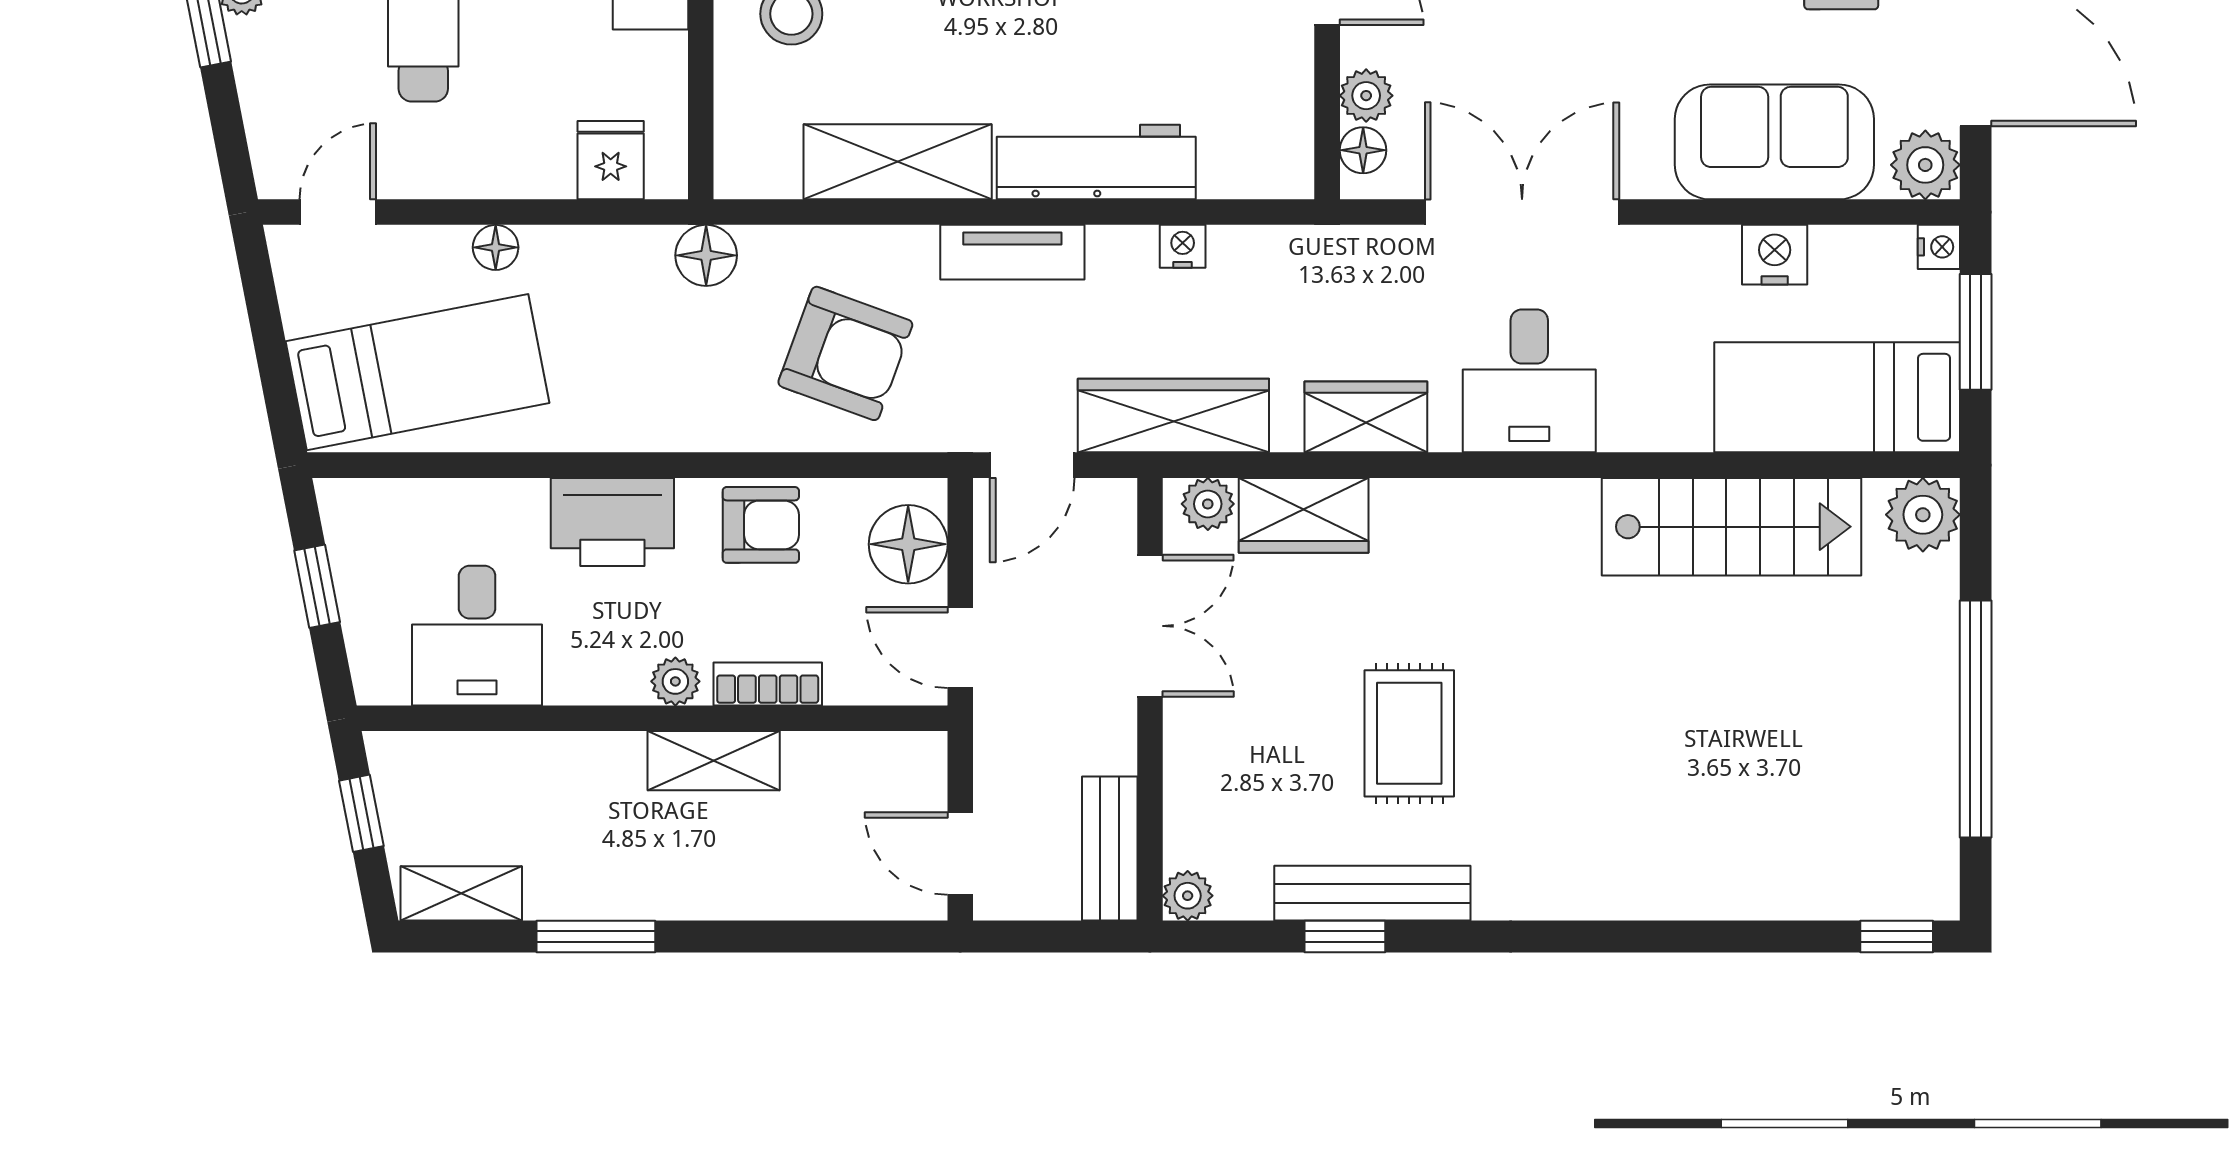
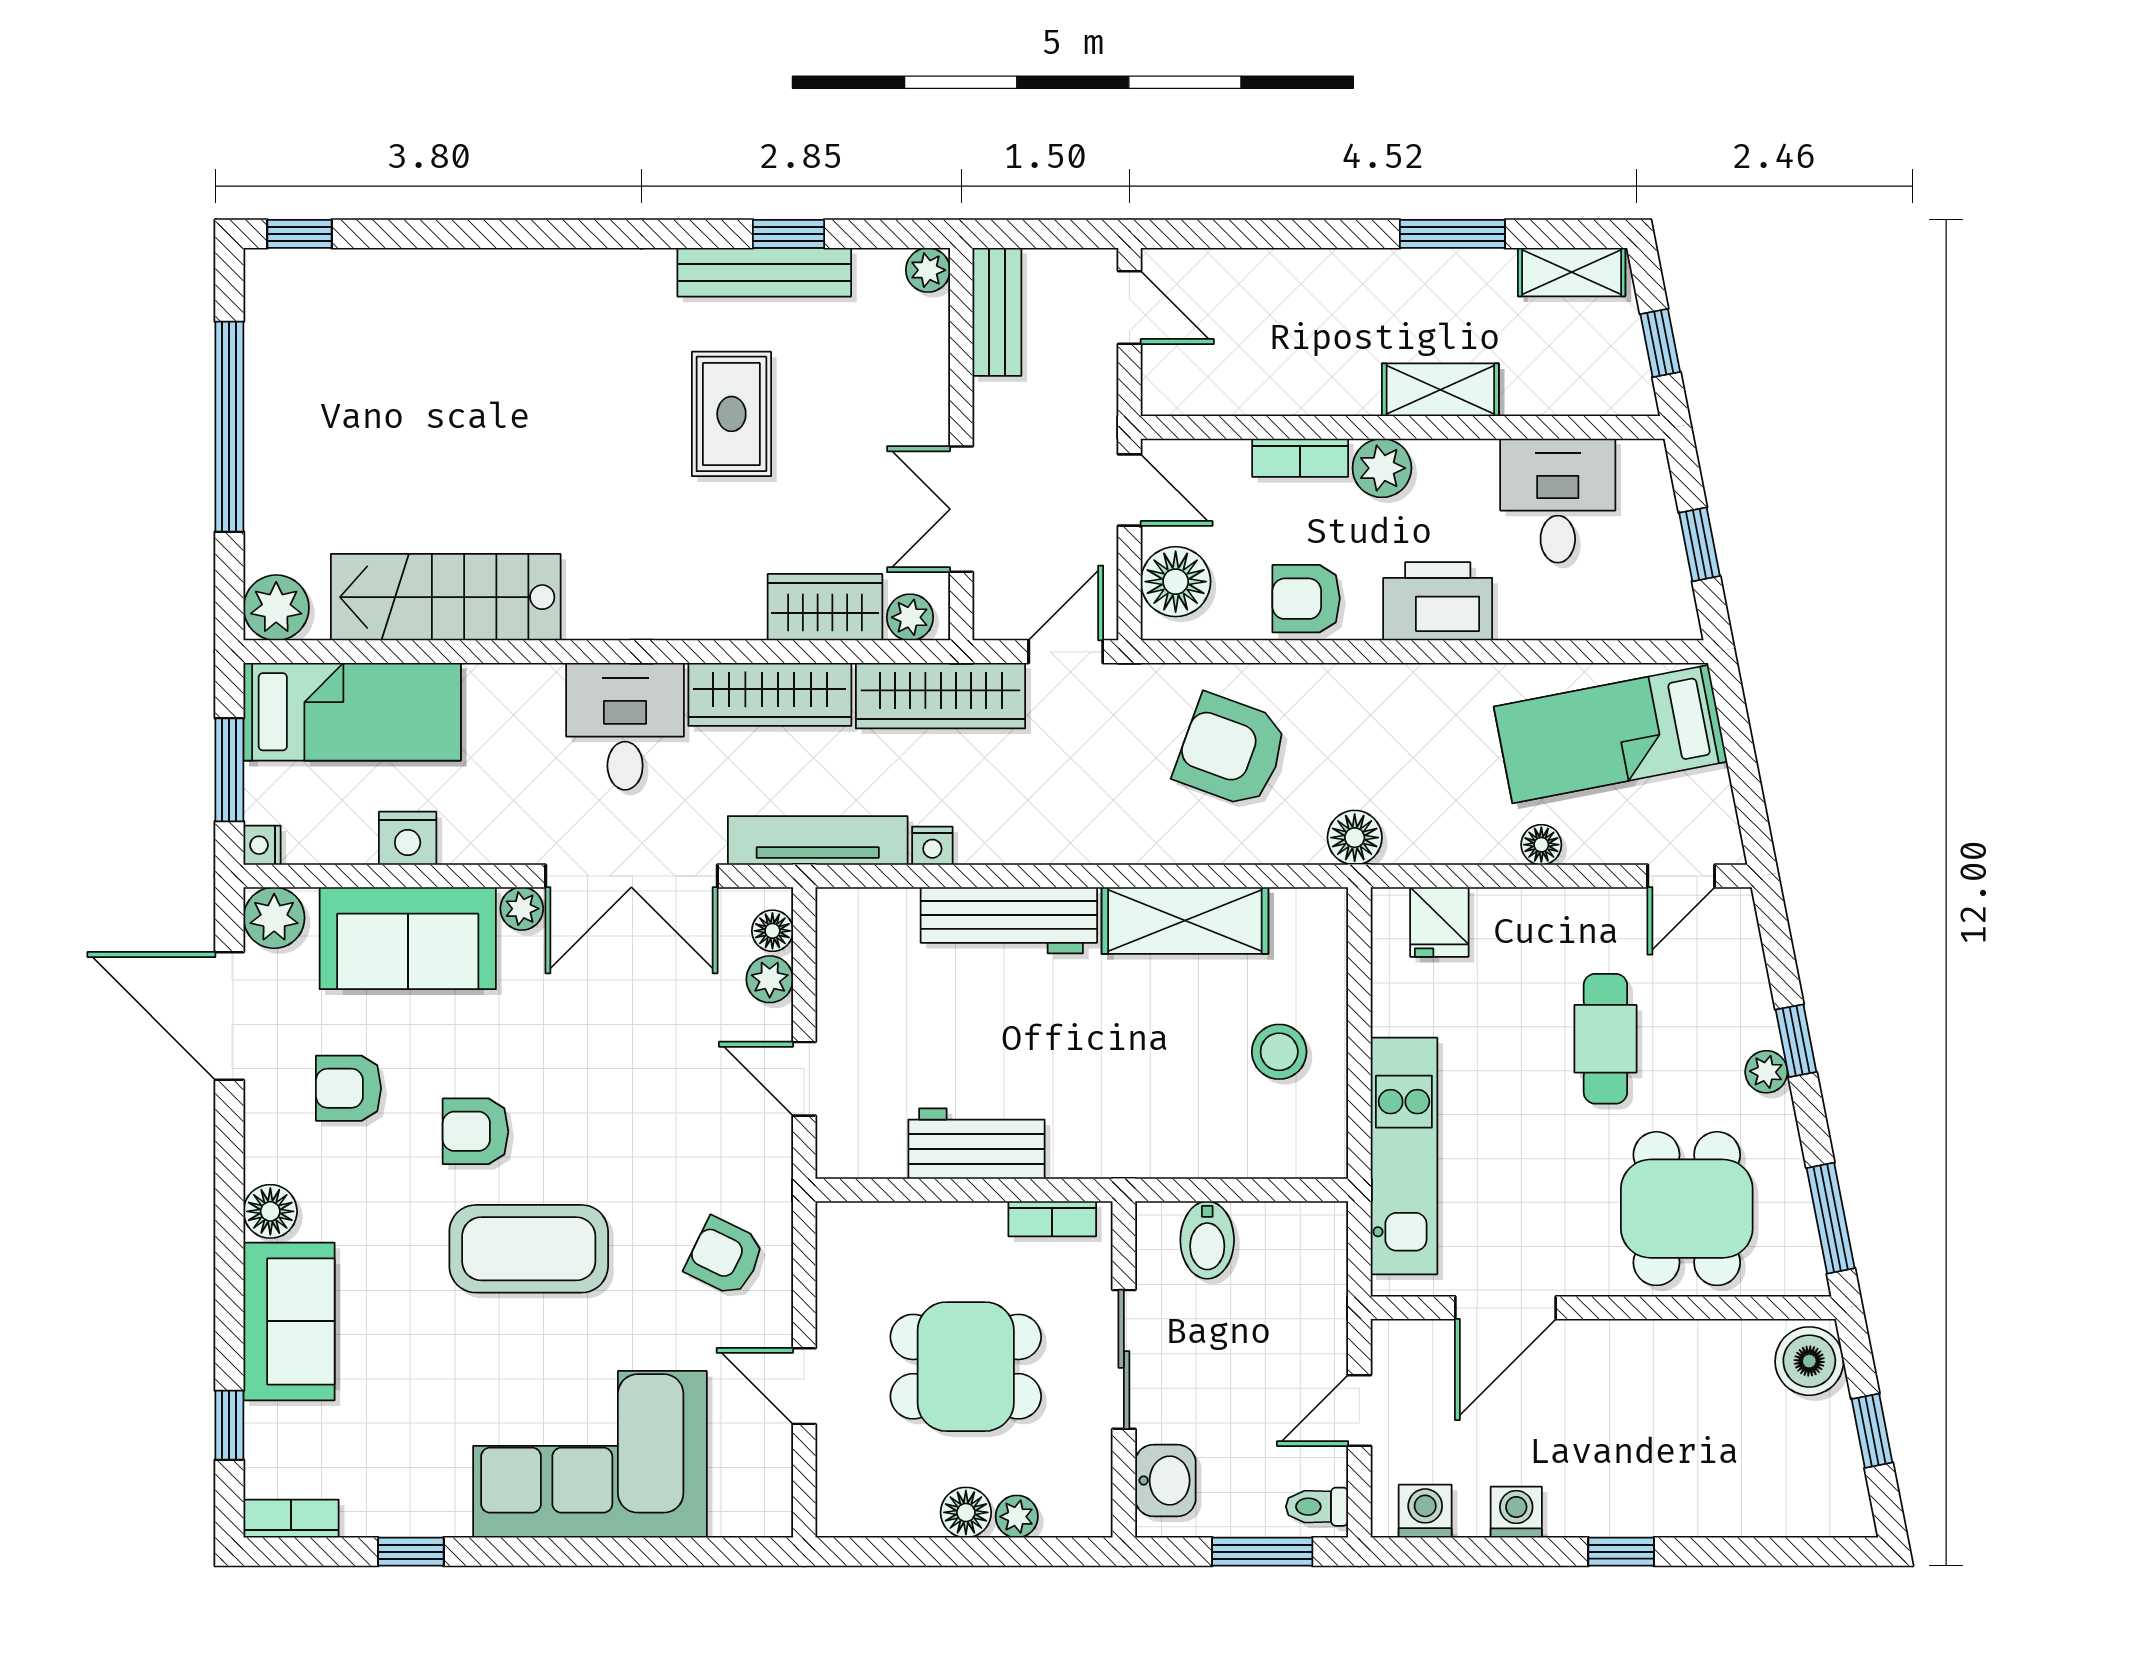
plant: (1646, 175) -> (522, 909), added
tv unit: (1012, 252) -> (818, 840), moved, width x1.41
wardrobe: (1366, 417) -> (770, 694), width x1.50
plant: (675, 681) -> (1382, 468), width x1.38, depth x1.38
shelving: (714, 761) -> (1440, 390), moved

